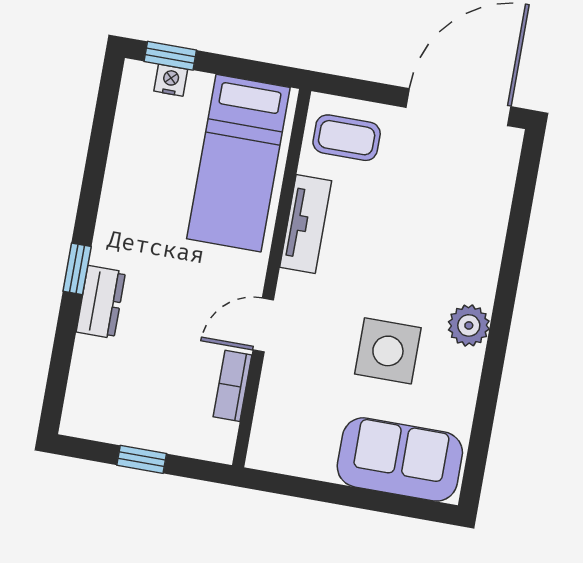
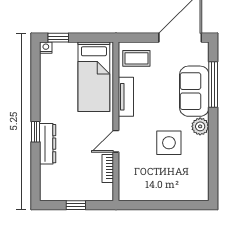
nightstand: (171, 80) -> (46, 48), moved
window: (517, 232) -> (213, 84), added
dresser: (101, 302) -> (48, 144), width x1.44
sofa: (400, 459) -> (194, 91), moved, turned -90

